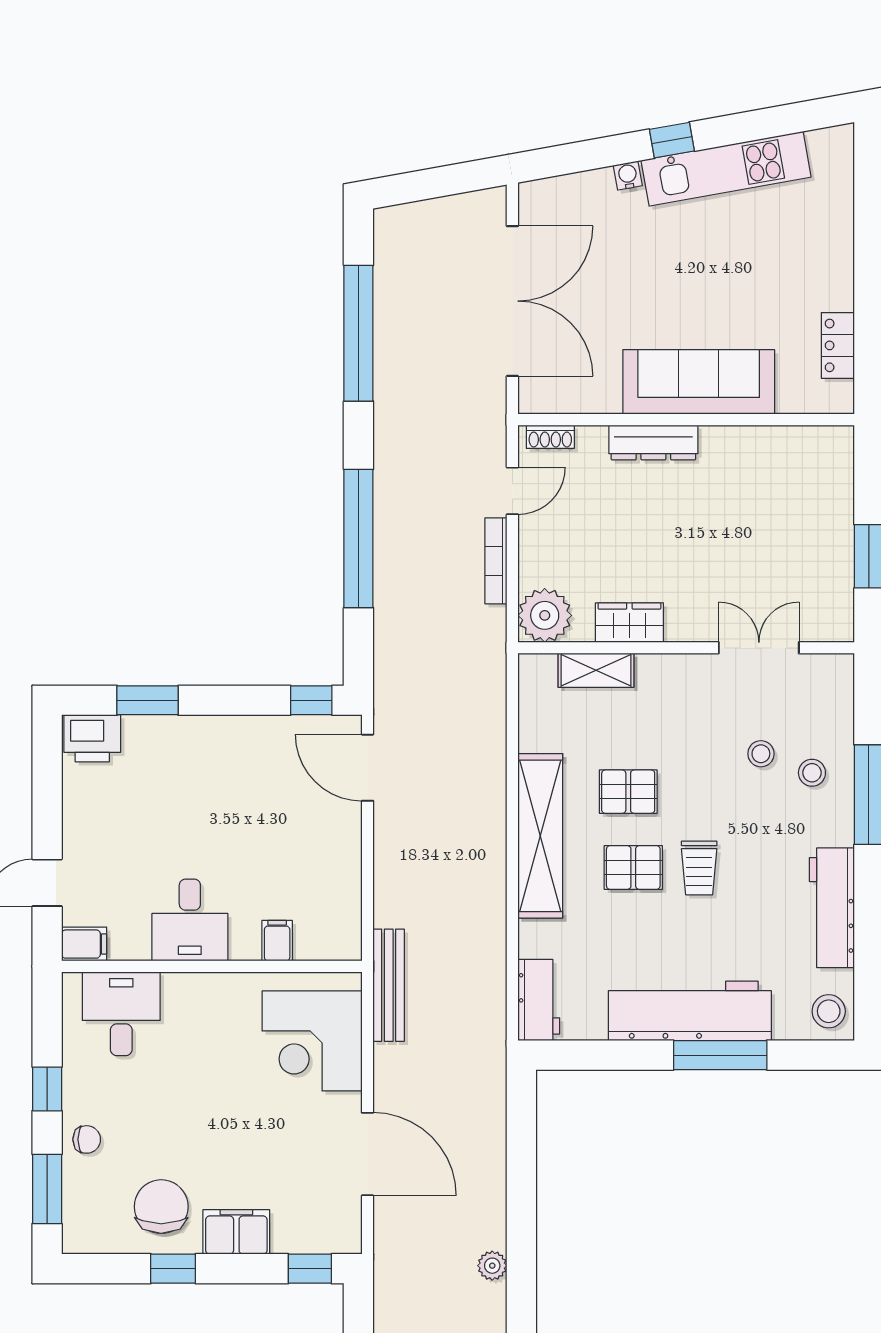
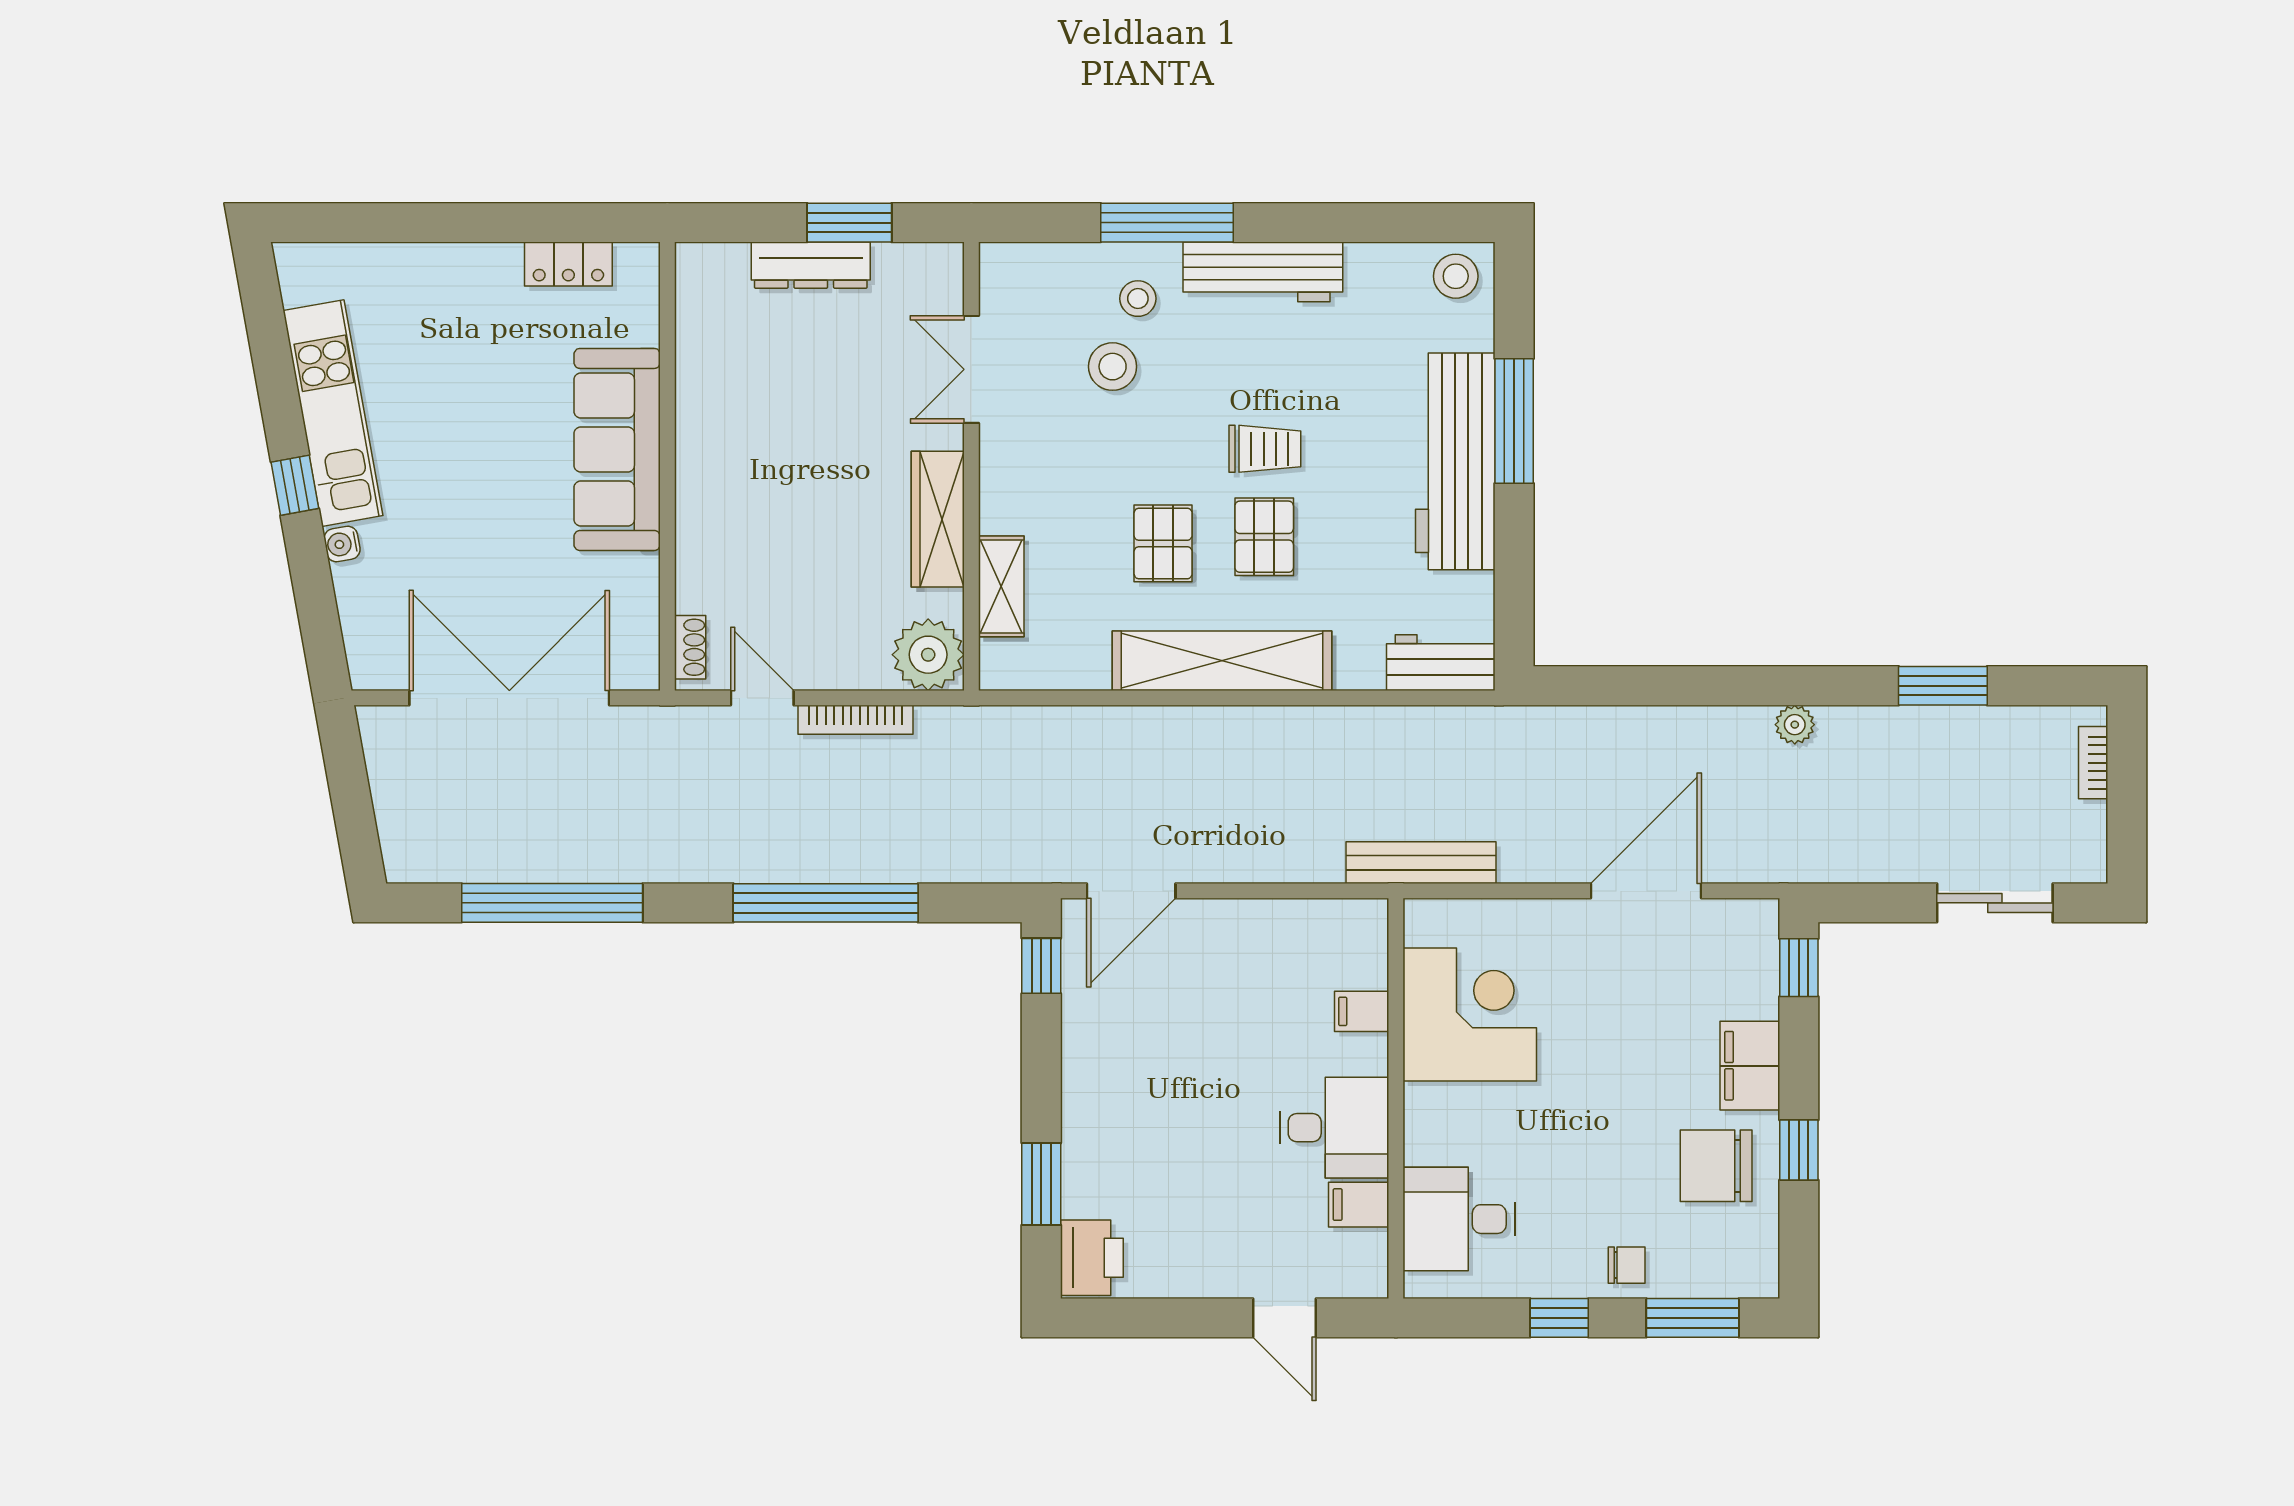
dresser: (653, 443) -> (811, 265), moved, turned 90
wardrobe: (629, 623) -> (938, 519), width x1.50
stool: (761, 754) -> (1113, 367), width x1.37, depth x1.37
workbench: (832, 908) -> (1263, 272), moved
filing cabinet: (84, 944) -> (1359, 1205), moved, turned -90
corner desk: (312, 1041) -> (1470, 1014), moved, turned -90
chair: (87, 1139) -> (1627, 1265), turned 90

